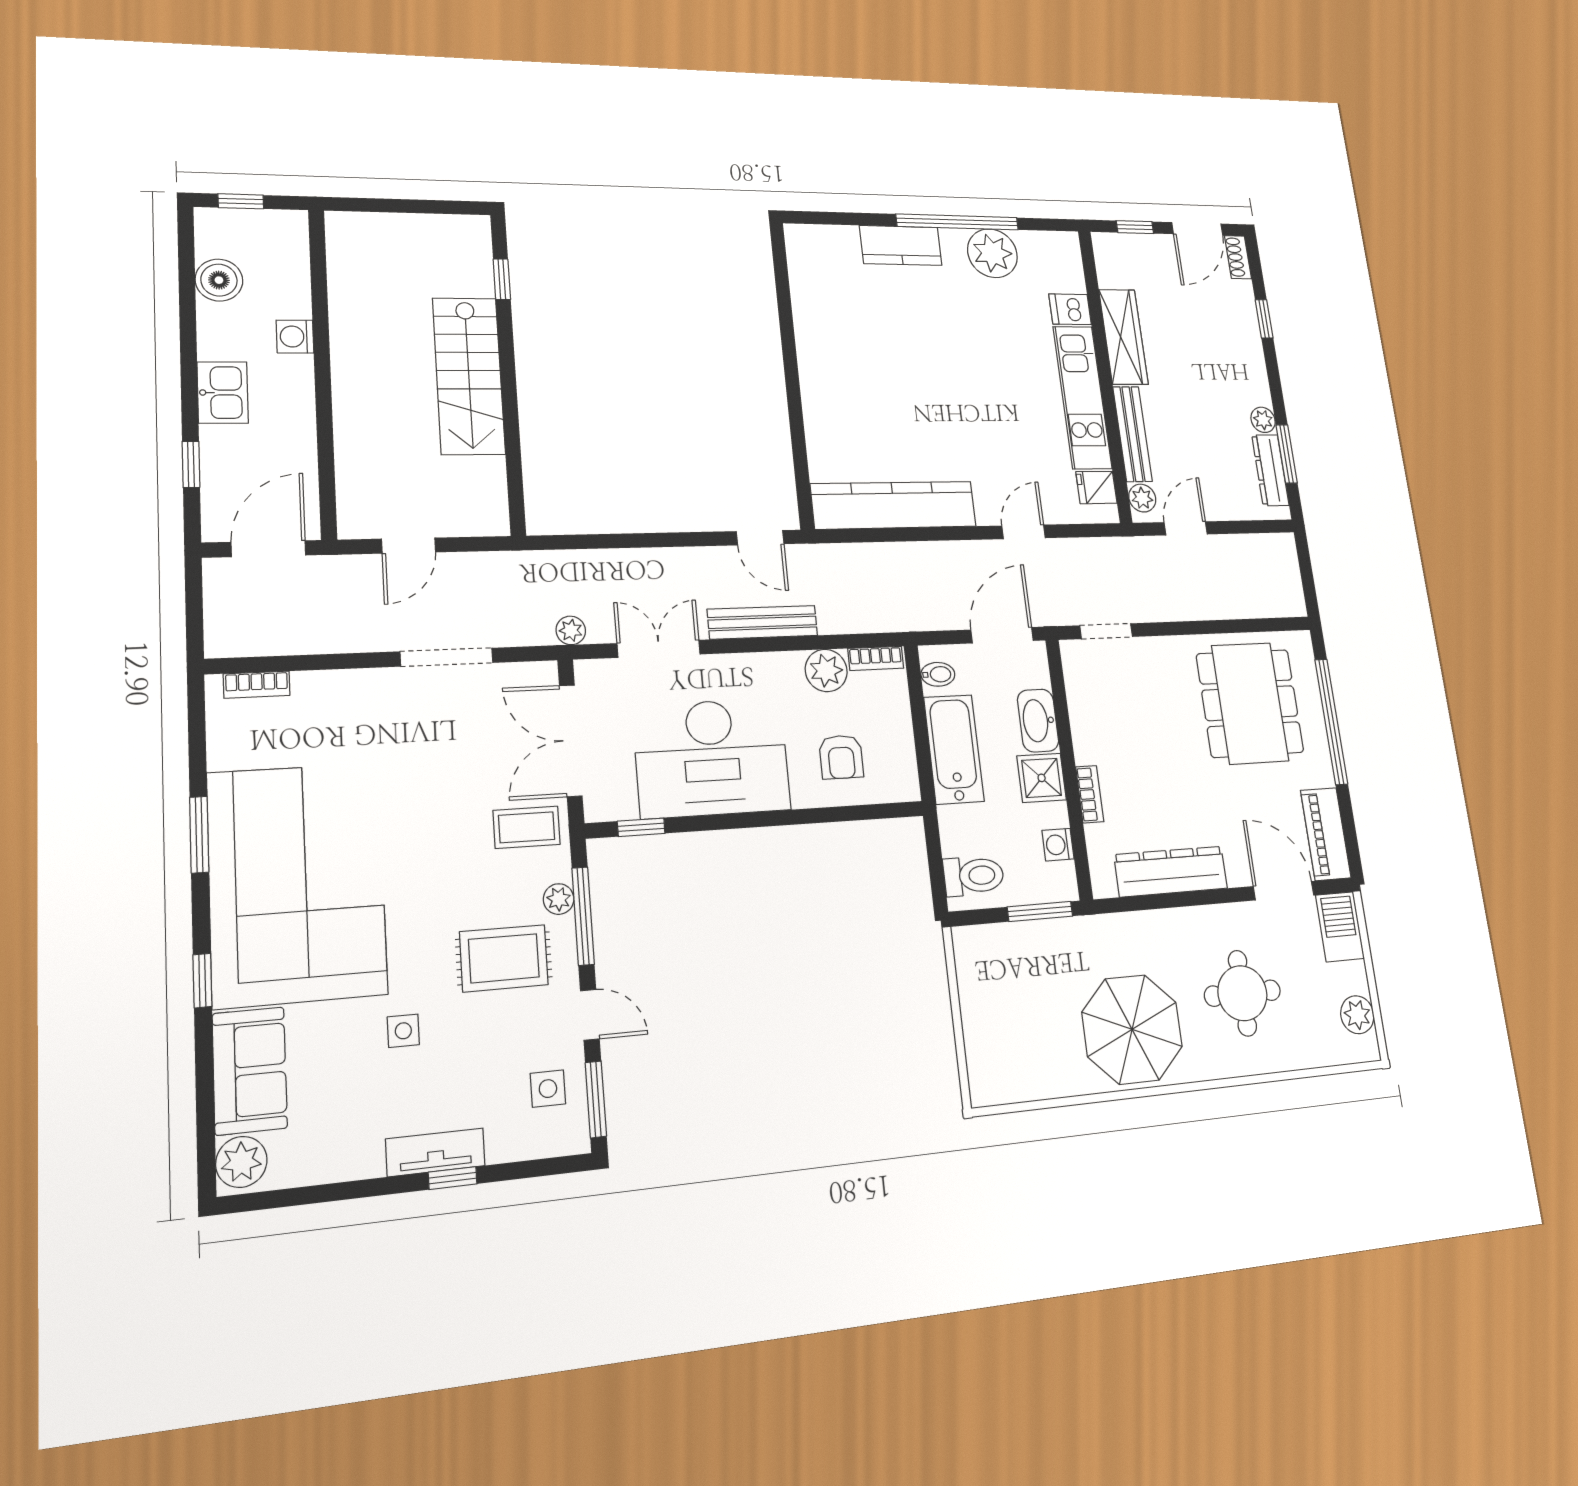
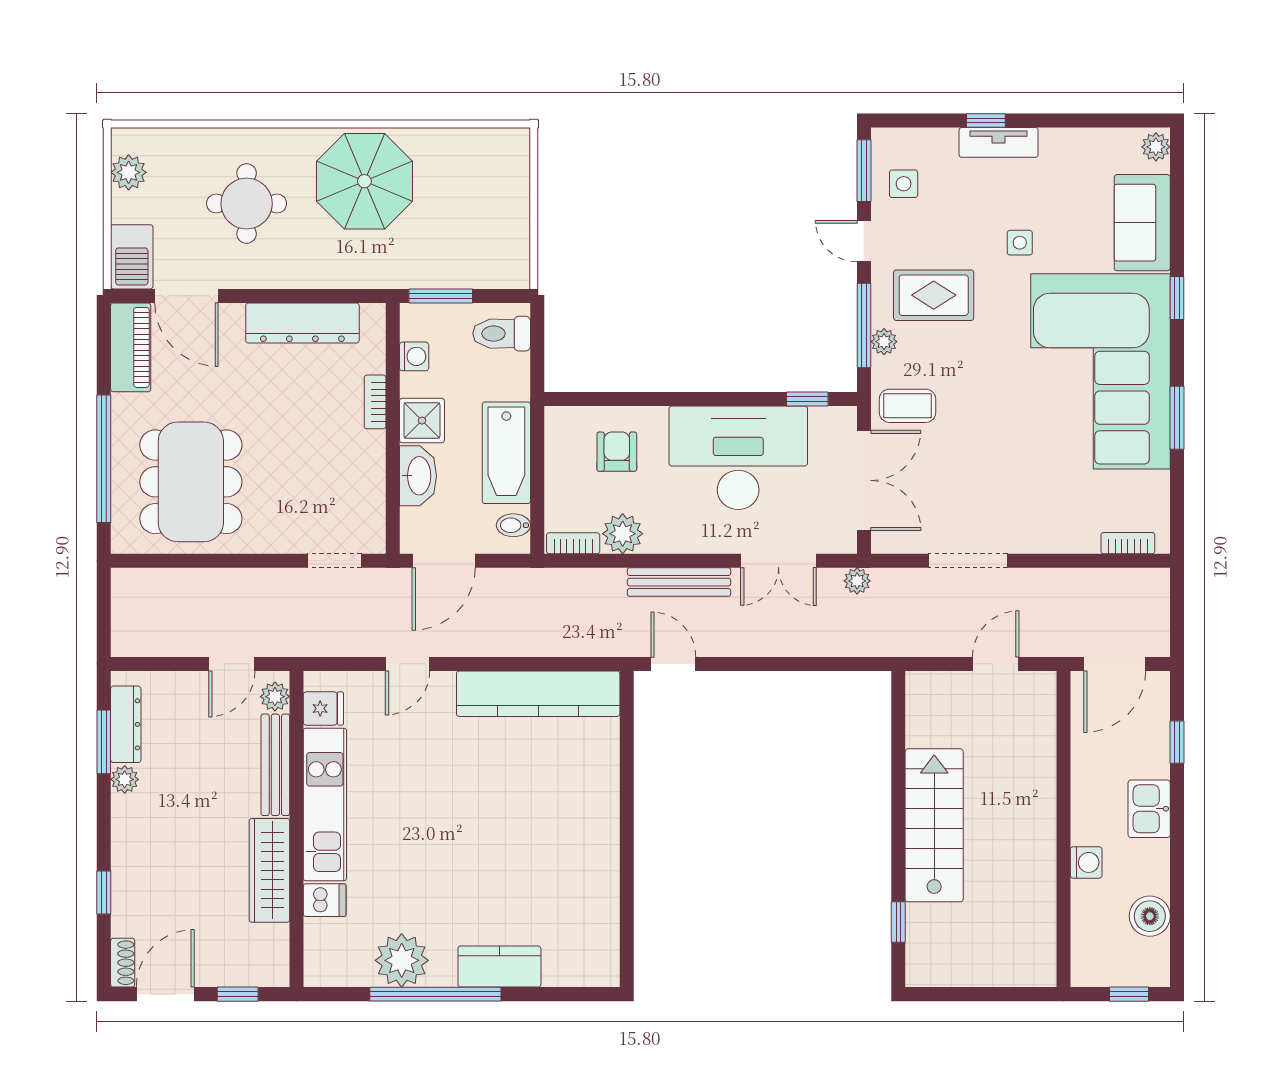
plant: (241, 1162) -> (1156, 147), width x0.73, depth x0.73

